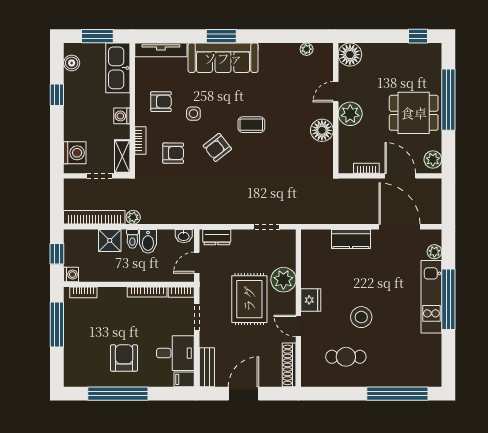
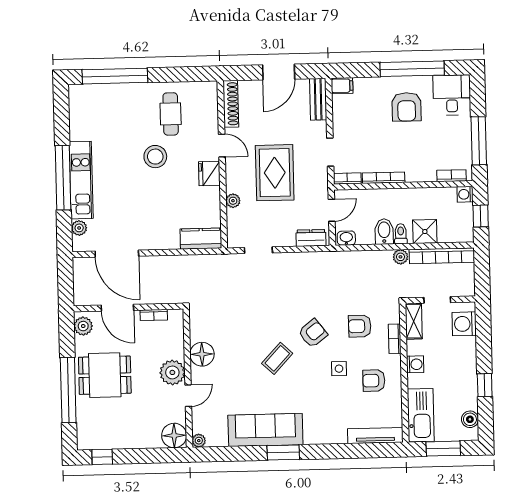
window: (221, 36) -> (283, 452), moved
plant: (307, 49) -> (199, 441), moved
sofa: (223, 58) -> (265, 430), moved
coffee table: (251, 125) -> (277, 358), turned -47
kitchen counter: (351, 239) -> (201, 239), moved
plant: (283, 280) -> (233, 201), width x0.53, depth x0.53
desk: (175, 353) -> (452, 95), moved, turned 90
cafe table: (346, 357) -> (171, 114), turned 90

